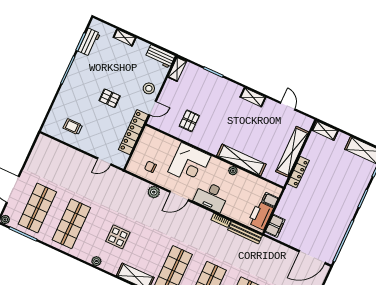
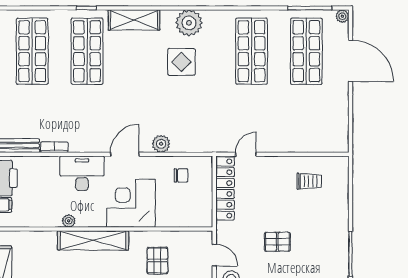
door: (153, 108) -> (214, 255), swing flipped
locker: (133, 132) -> (225, 188), moved
shelving: (241, 160) -> (93, 240), moved
plant: (96, 261) -> (189, 23), width x1.88, depth x1.88

